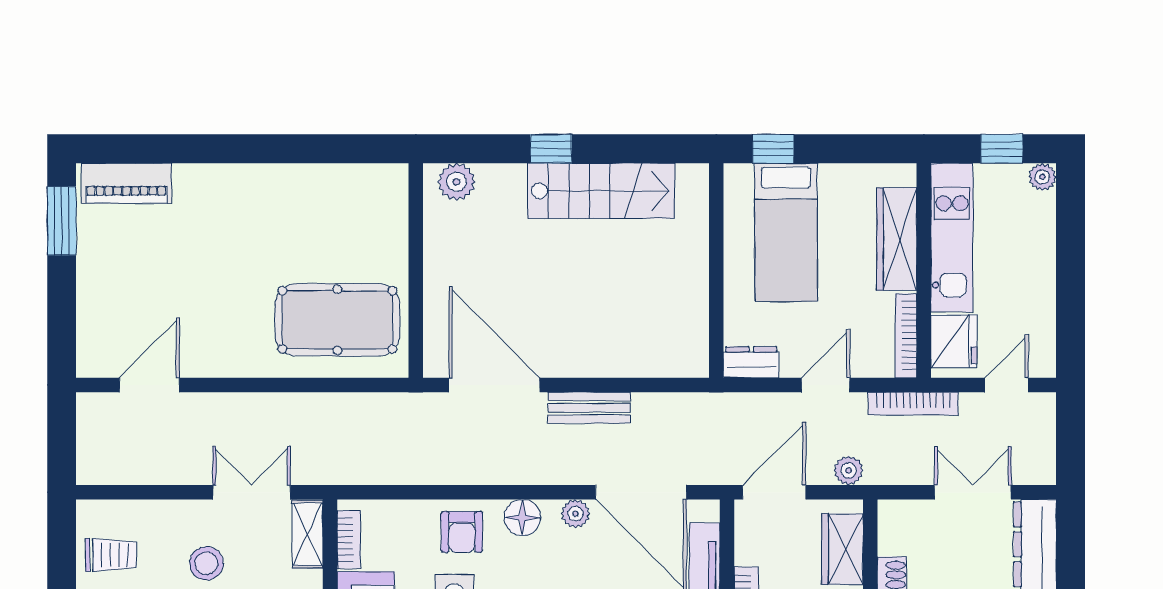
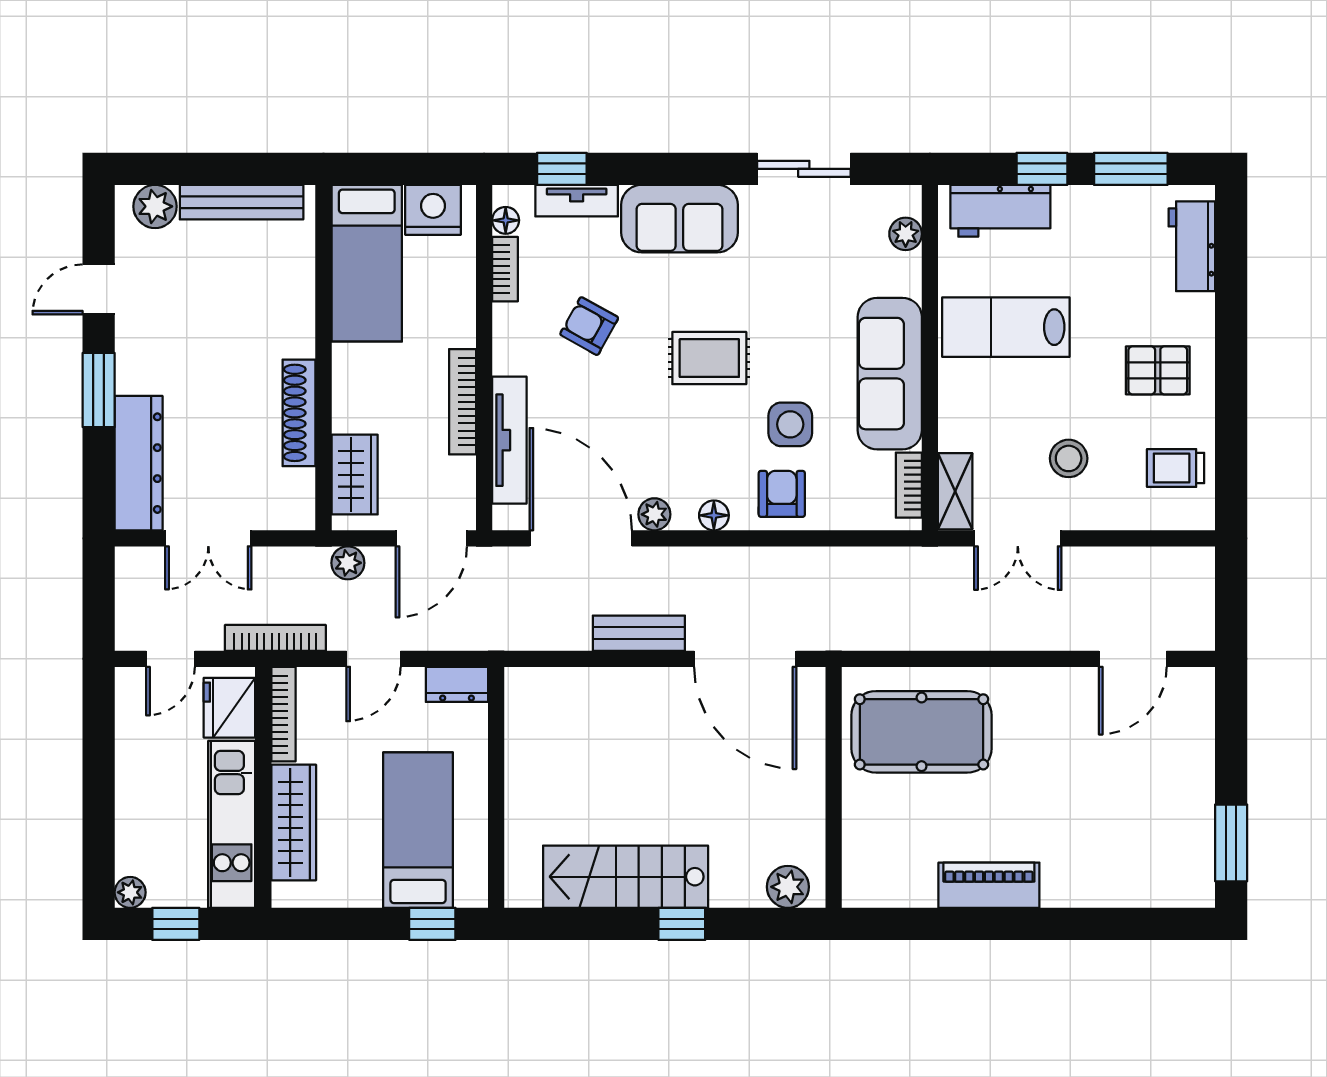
piano: (126, 183) -> (989, 885), moved
floor lamp: (522, 518) -> (714, 515), width x0.73, depth x0.73

